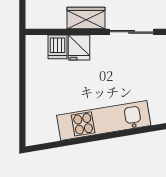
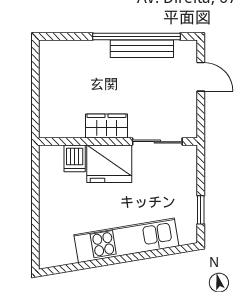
fridge: (79, 48) -> (109, 164), width x1.88, depth x1.34

